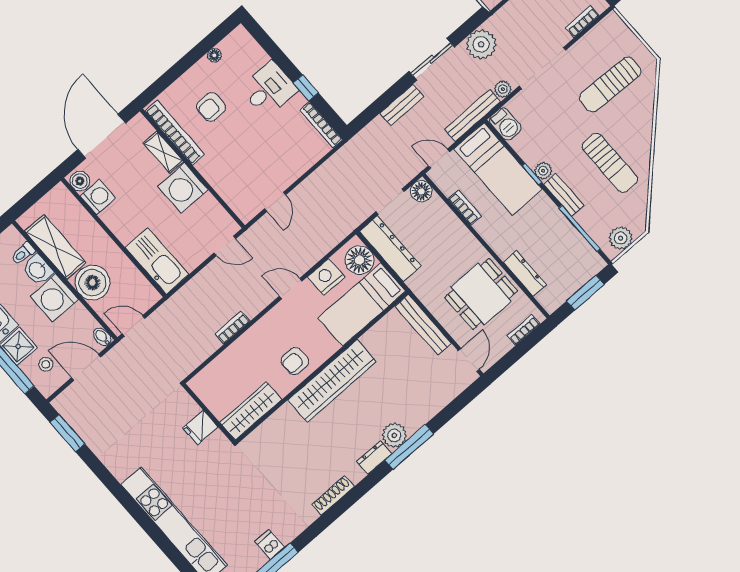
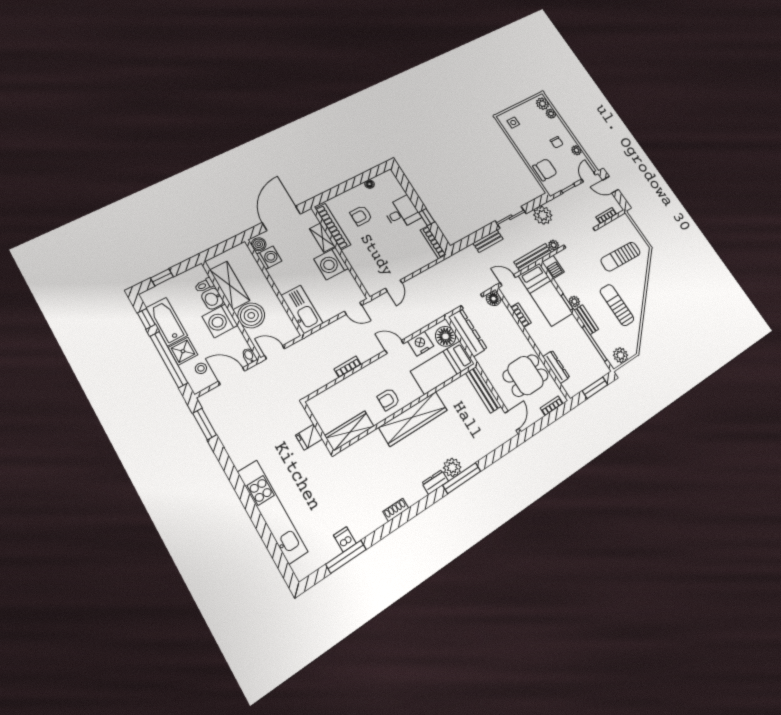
sun lounger: (610, 163) -> (617, 305), turned 180
shoe rack: (333, 495) -> (396, 510), width x0.70

